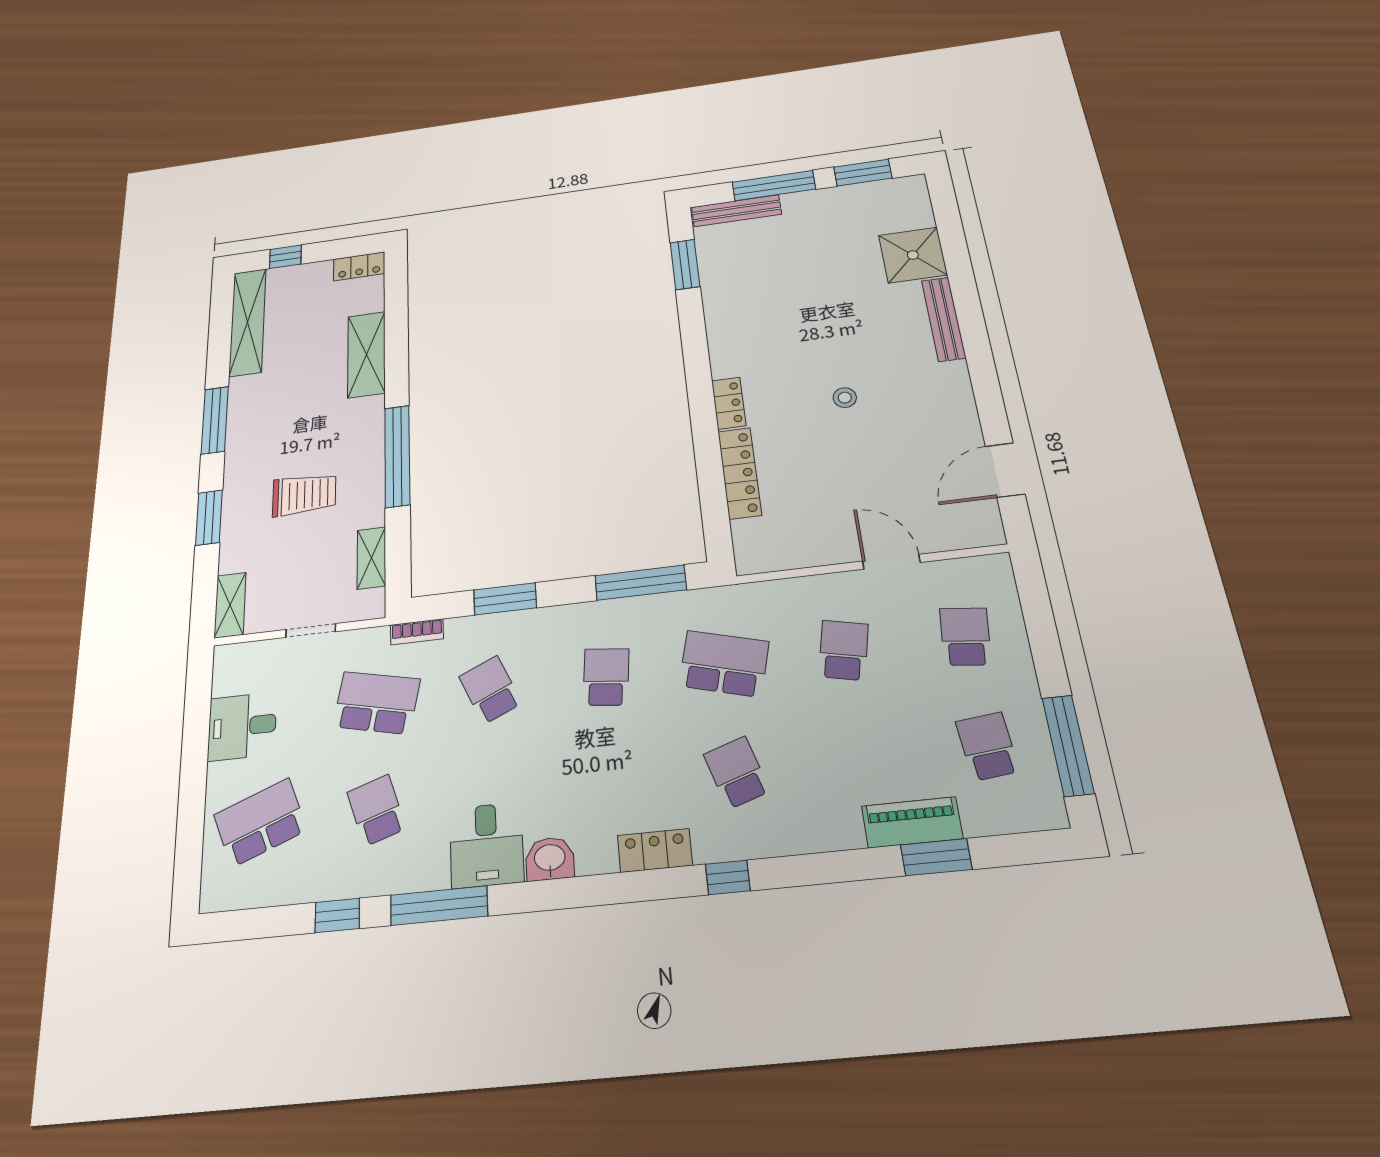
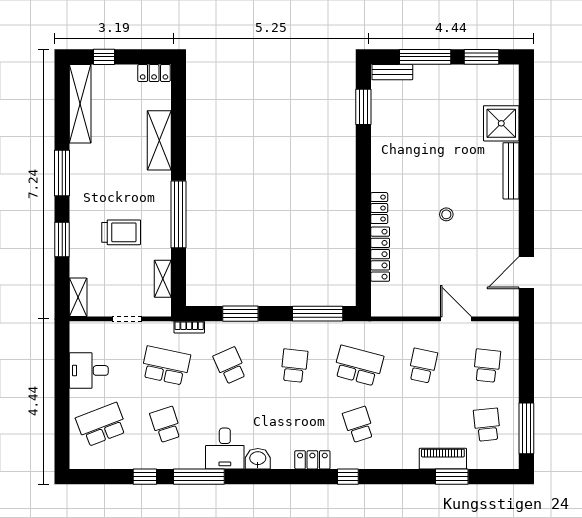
bench: (736, 211) -> (392, 72), width x0.73

